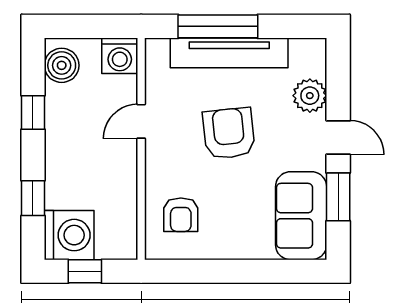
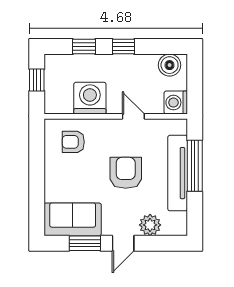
window: (33, 112) -> (123, 47), moved
armchair: (229, 133) -> (126, 173), turned -84
washing machine: (69, 235) -> (90, 98), moved, turned 180

